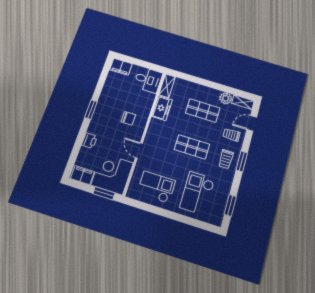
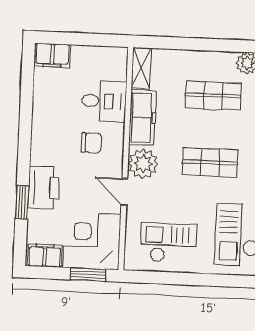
desk: (148, 80) -> (104, 101), moved
freezer: (162, 108) -> (143, 118), width x1.40
window: (91, 110) -> (22, 202), moved
plant: (154, 138) -> (143, 164), added
printer: (89, 141) -> (44, 188), width x1.87, depth x1.48

